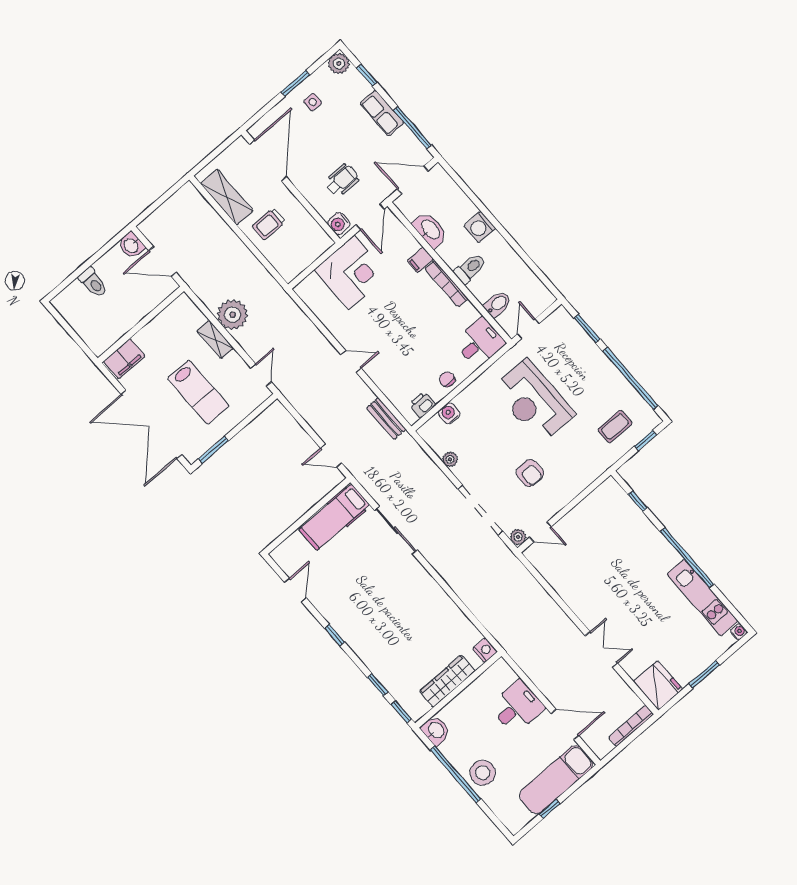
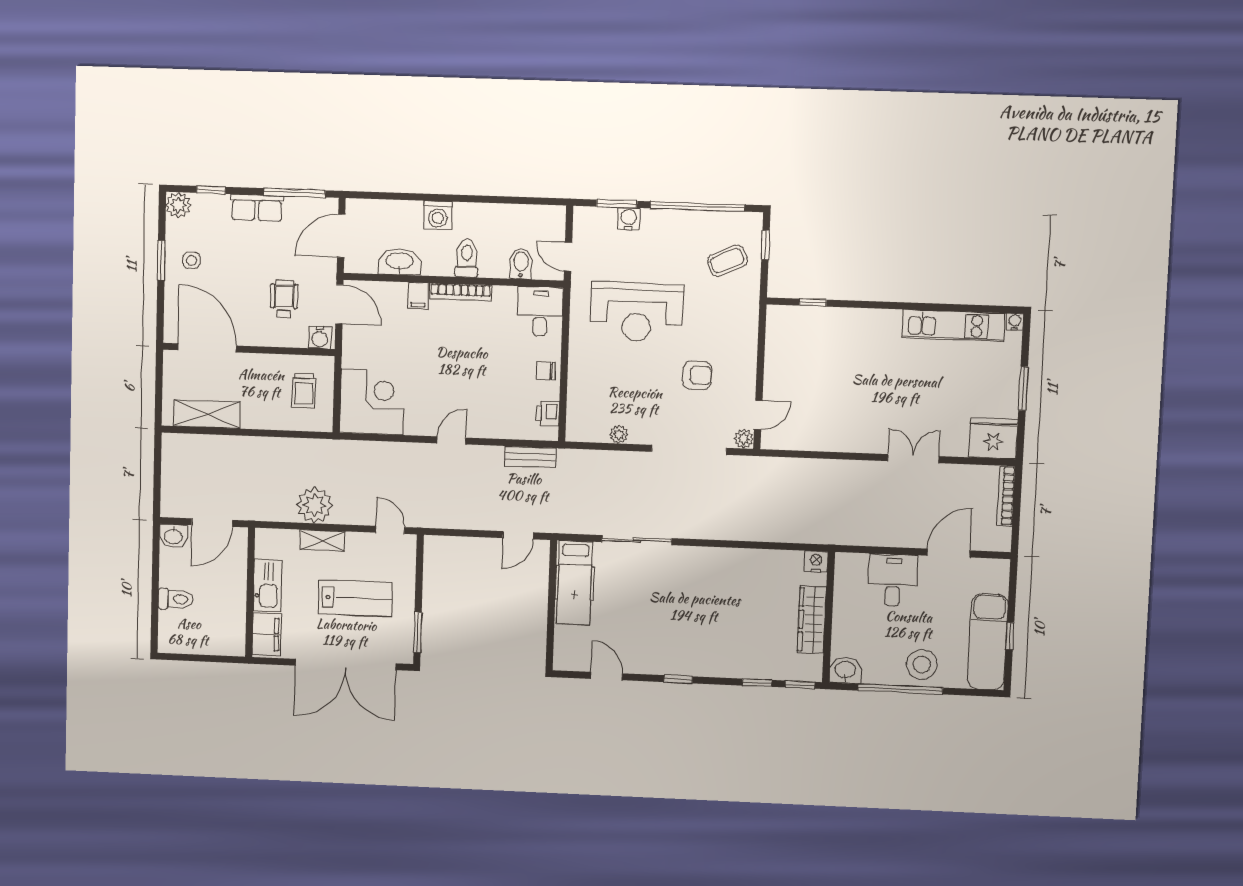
trolley: (269, 224) -> (304, 391), moved
corner desk: (351, 272) -> (372, 402), moved
kitchen sink: (155, 331) -> (267, 585), added
water cooler: (449, 413) -> (629, 219), moved, turned 90
coffee table: (615, 427) -> (727, 261), turned 66
window: (687, 558) -> (905, 306), removed
exam couch: (556, 780) -> (988, 642), moved

